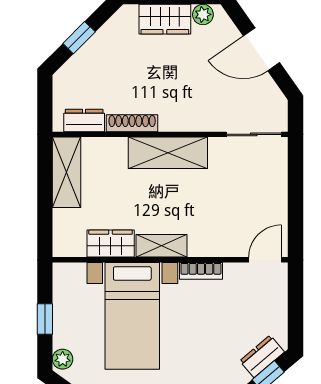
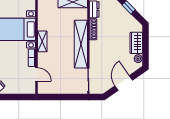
shelving: (168, 153) -> (81, 44), width x1.47
wardrobe: (111, 244) -> (43, 20), removed
door: (265, 260) -> (36, 74), moved

